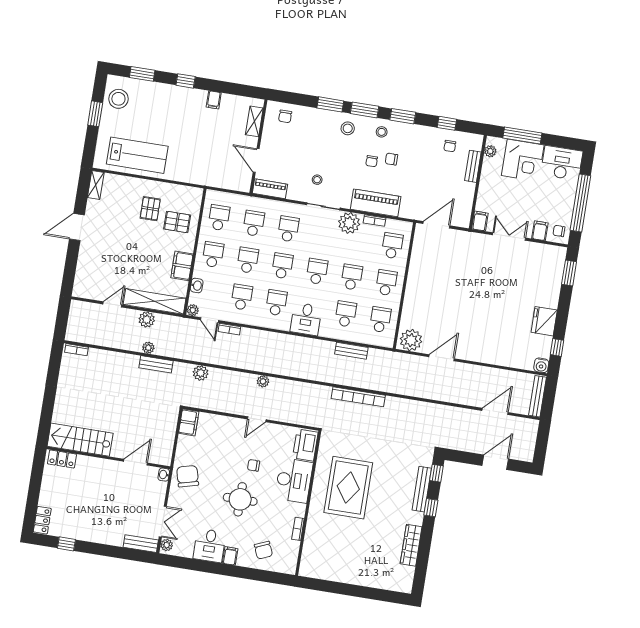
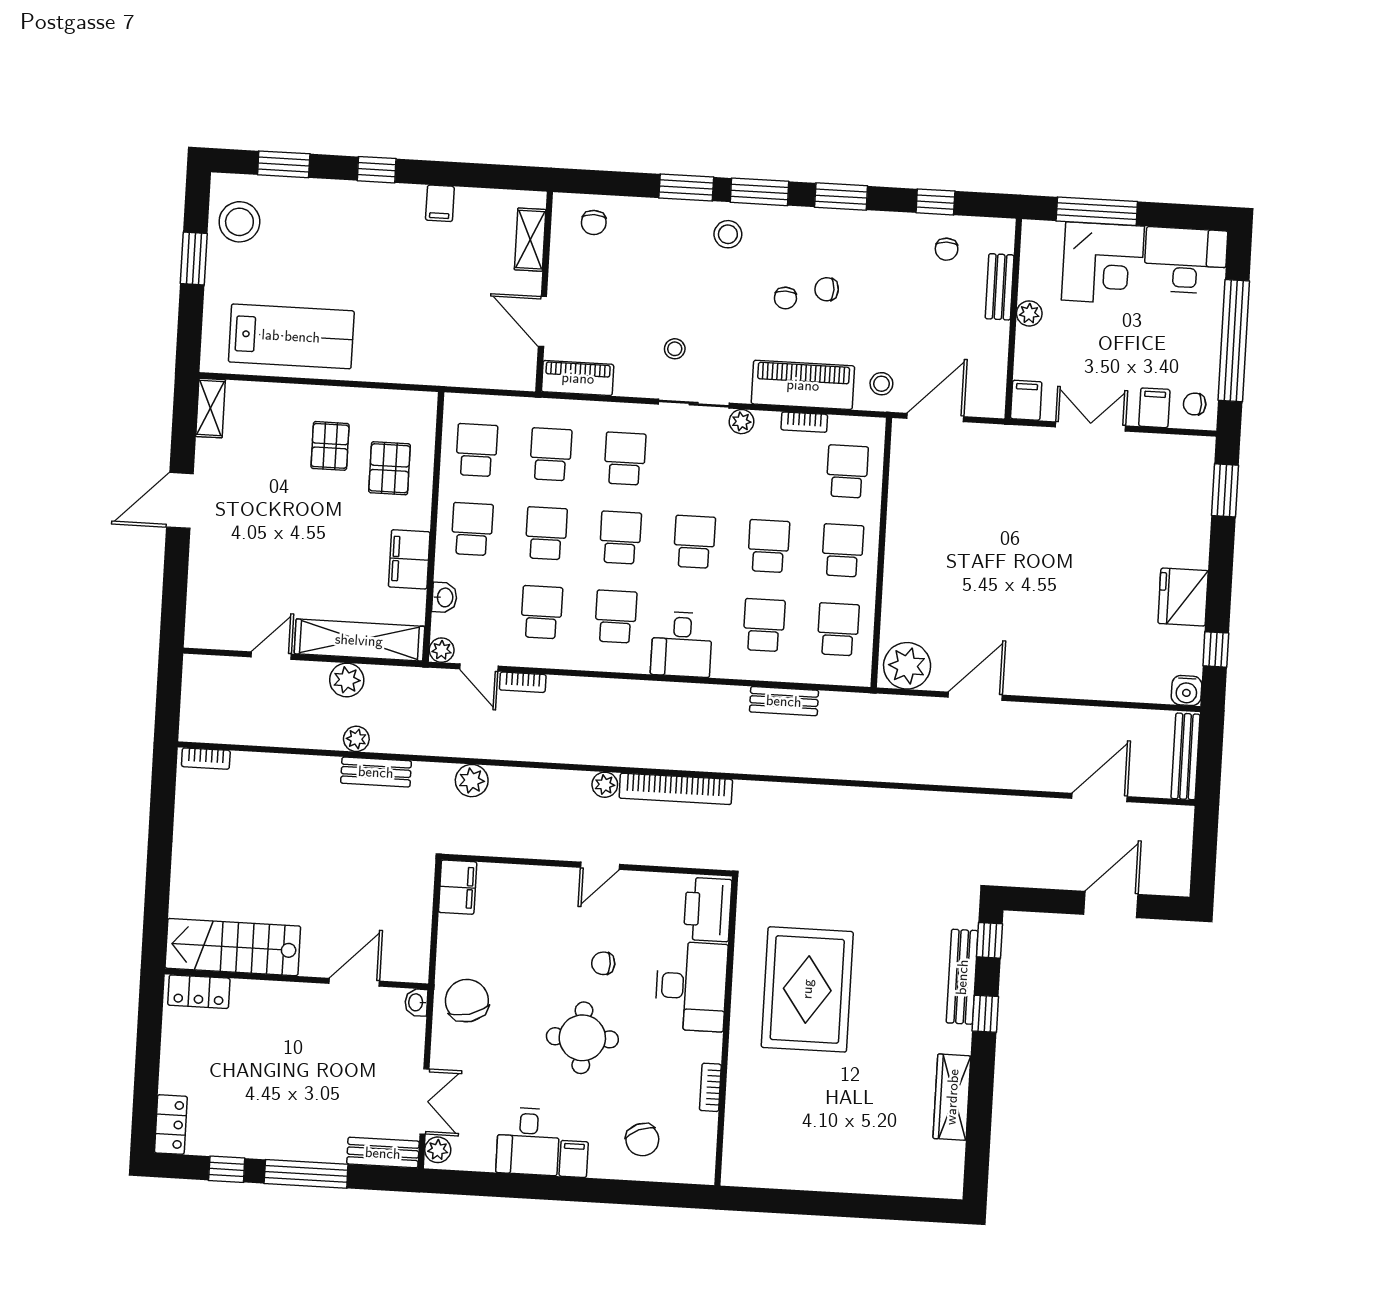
stool: (382, 132) -> (881, 384), moved
plant: (490, 151) -> (1029, 313), moved
pallet: (177, 222) -> (390, 468), turned 90
plant: (349, 223) -> (742, 422), width x0.53, depth x0.53
bookcase: (358, 397) -> (676, 789), moved
window: (104, 550) -> (306, 1174), added

